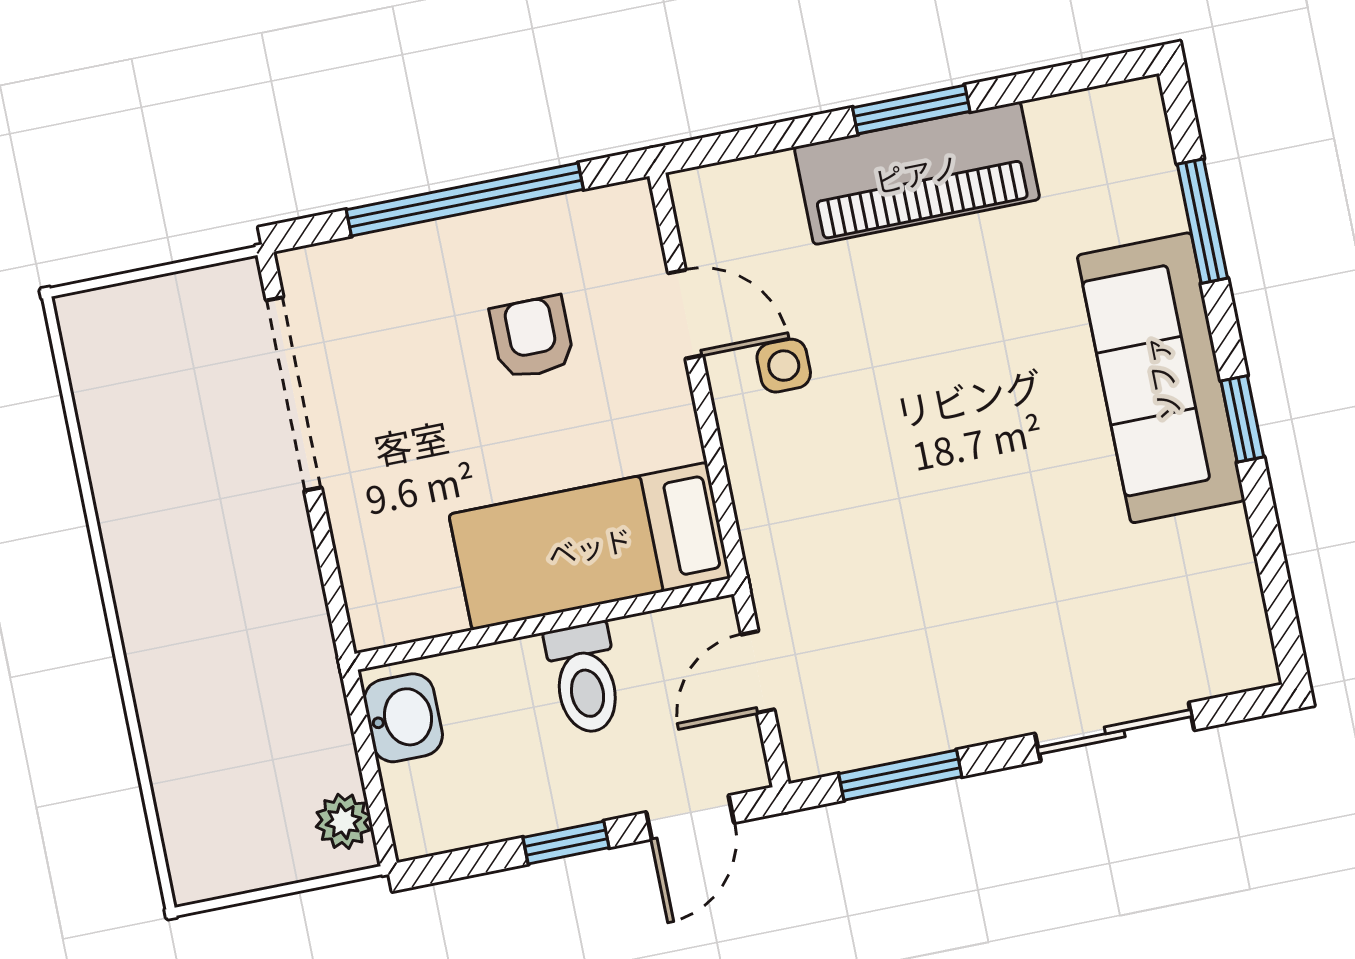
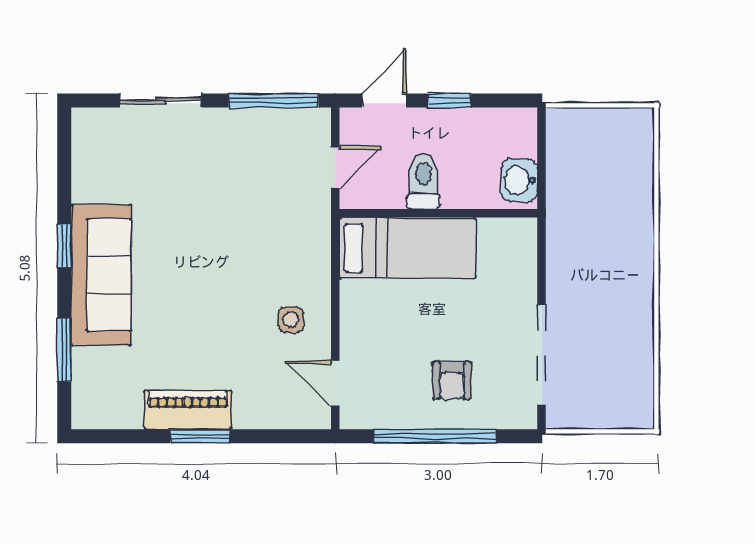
piano: (917, 173) -> (188, 410), width x0.73, depth x0.75
door: (686, 314) -> (335, 383), moved
armchair: (532, 337) -> (452, 381), moved
window: (900, 775) -> (274, 101), width x1.44
plant: (343, 821) -> (560, 134), removed

